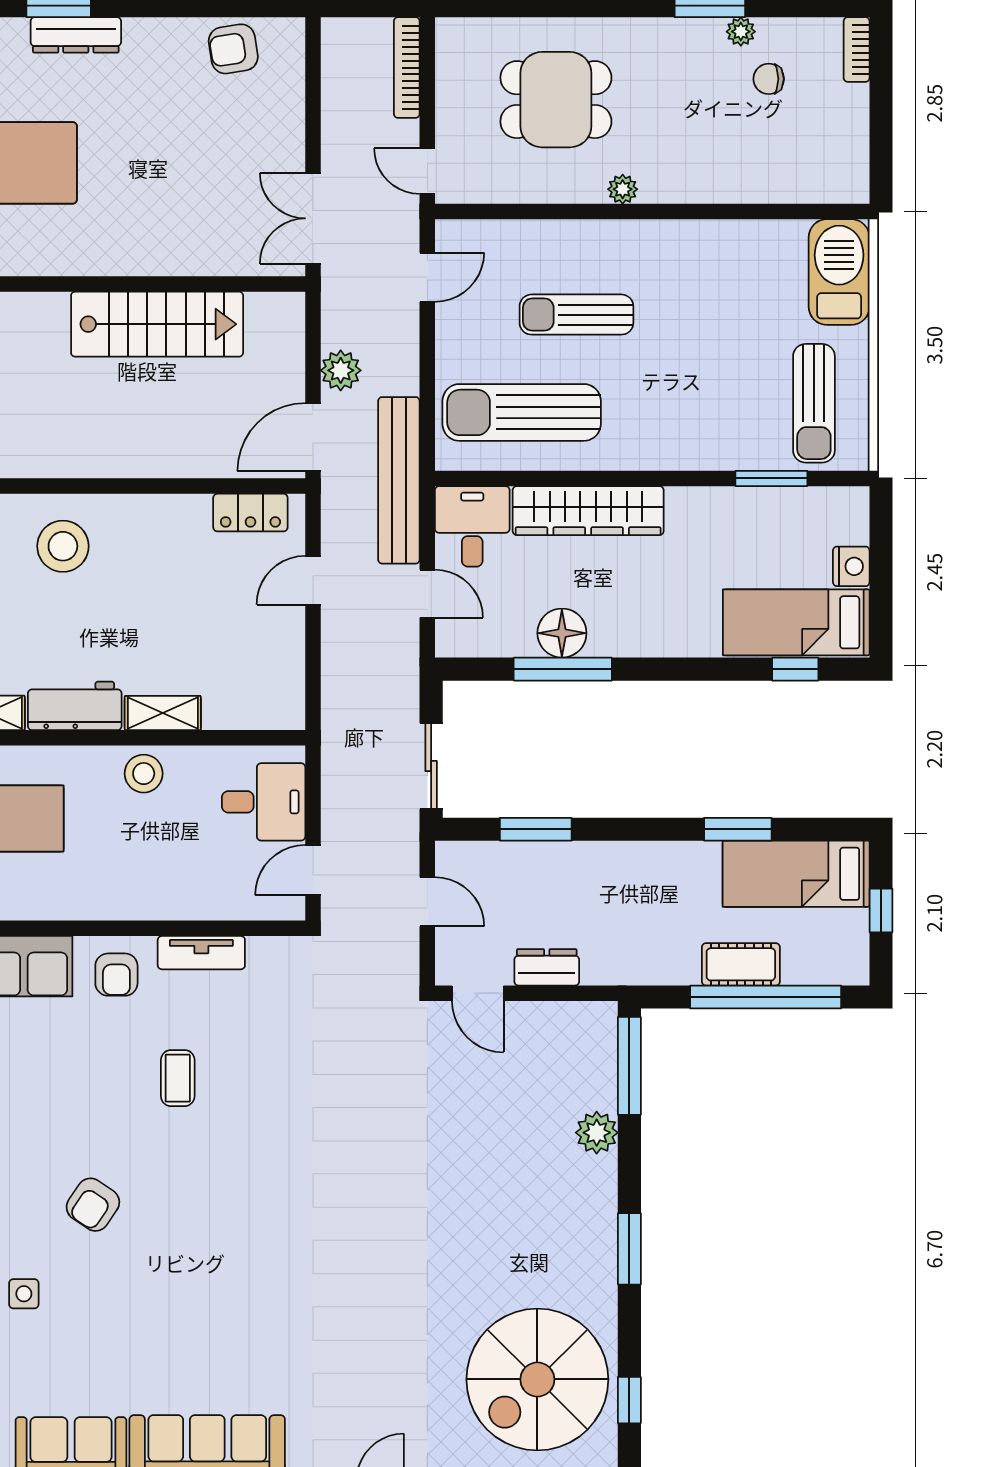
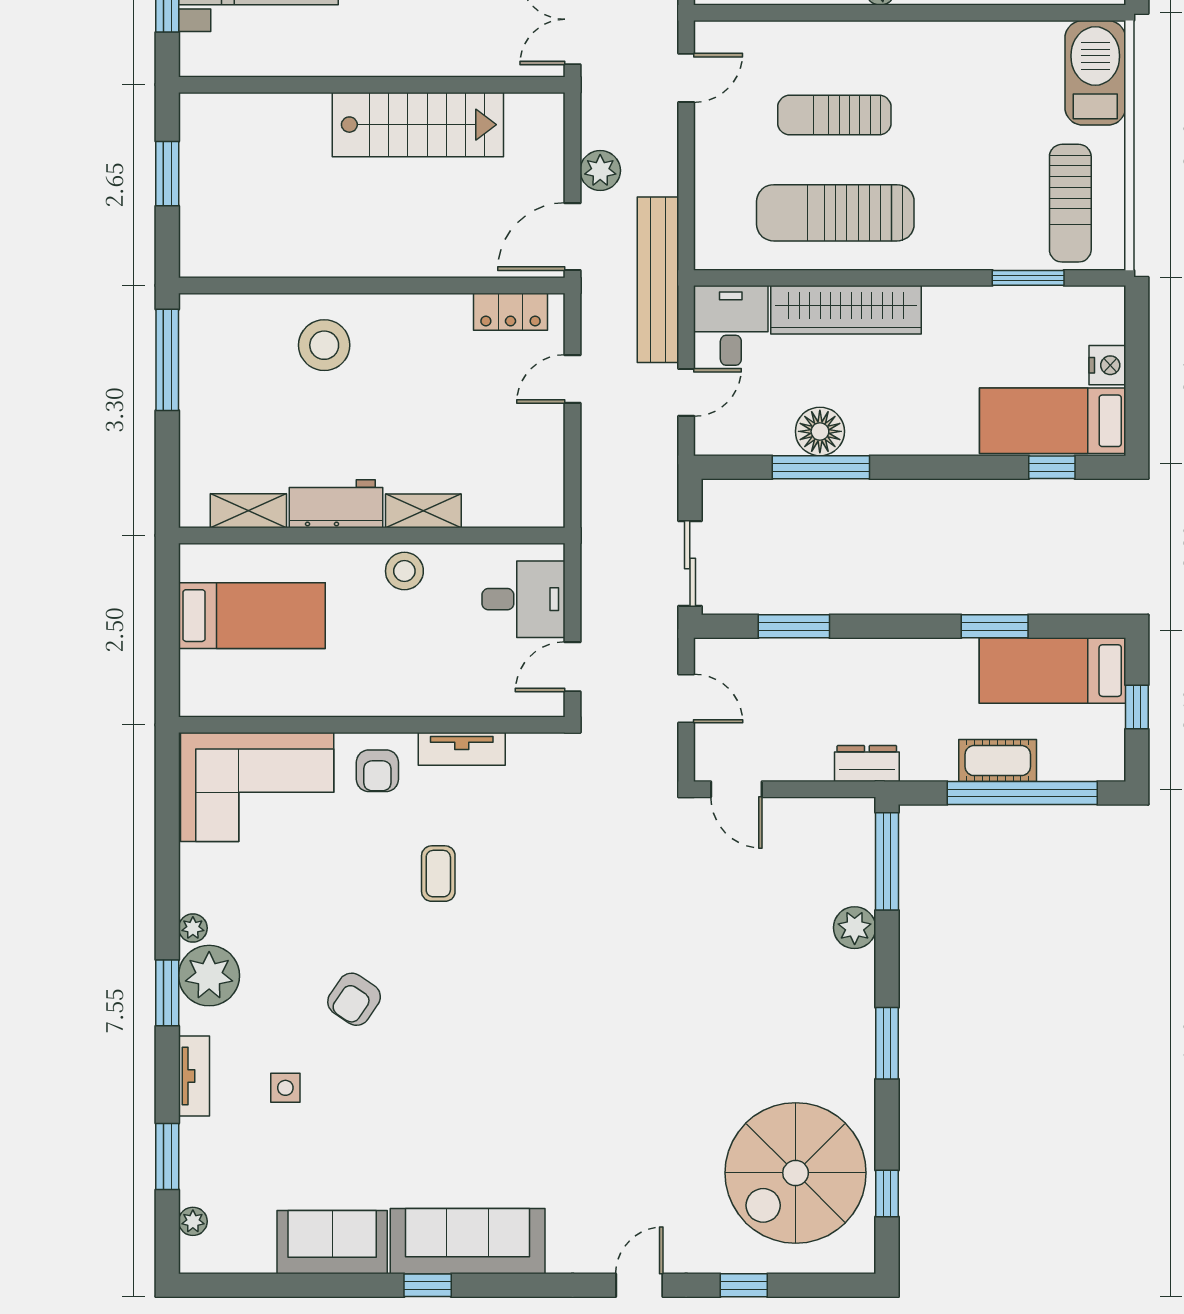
sun lounger: (522, 412) -> (835, 213), moved
door: (427, 594) -> (686, 392), hinge flipped
dresser: (547, 967) -> (867, 764), moved

